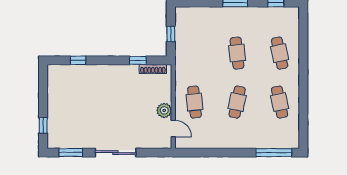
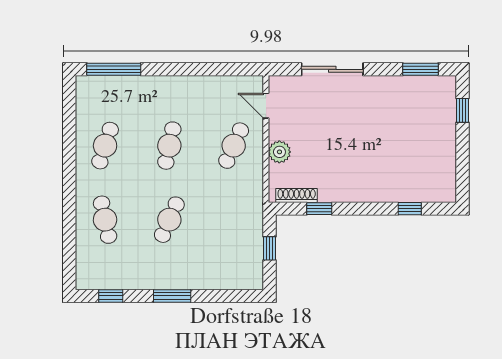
cafe table: (237, 53) -> (169, 220), turned 30
cafe table: (195, 102) -> (234, 146), turned 30
cafe table: (280, 102) -> (105, 146), turned 30
plant: (164, 110) -> (279, 152), moved
sliding door: (116, 153) -> (332, 69), moved

